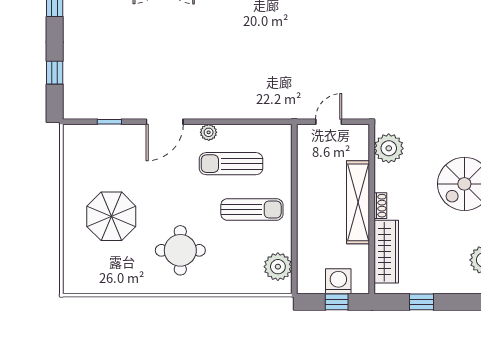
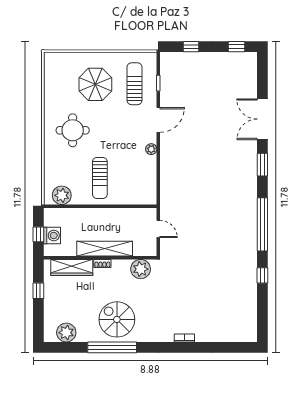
door: (165, 122) -> (158, 120), swing flipped
sun lounger: (231, 164) -> (135, 84), moved

